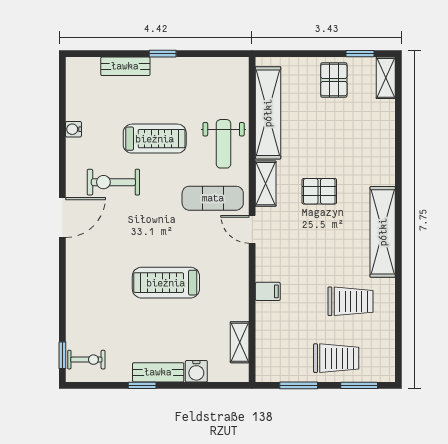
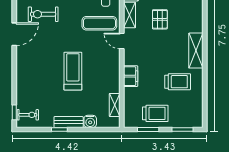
pallet: (319, 191) -> (160, 19), turned 90
shelving: (383, 232) -> (196, 51), width x0.68
treadmill: (166, 283) -> (73, 71), turned 90
filing cabinet: (268, 291) -> (131, 76), width x2.00
trolley: (336, 358) -> (155, 113), moved

